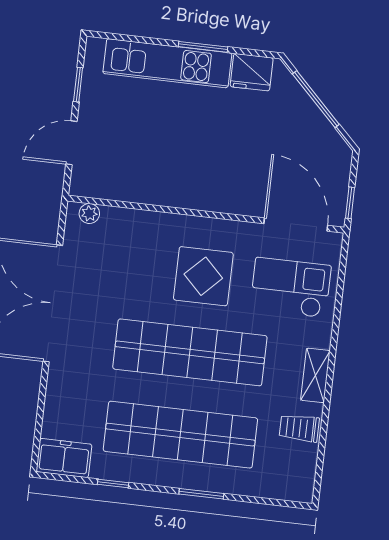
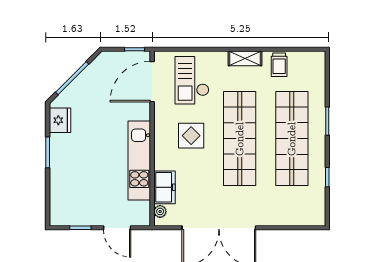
kitchen unit: (167, 63) -> (139, 161), moved, turned 180
display table: (203, 276) -> (191, 136), width x0.73, depth x0.73
freezer: (64, 458) -> (164, 187), moved, turned 180

